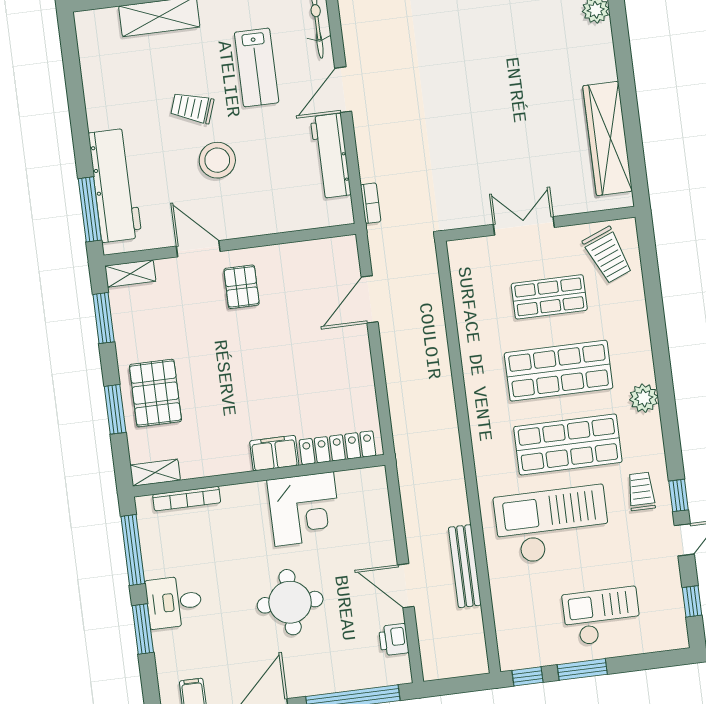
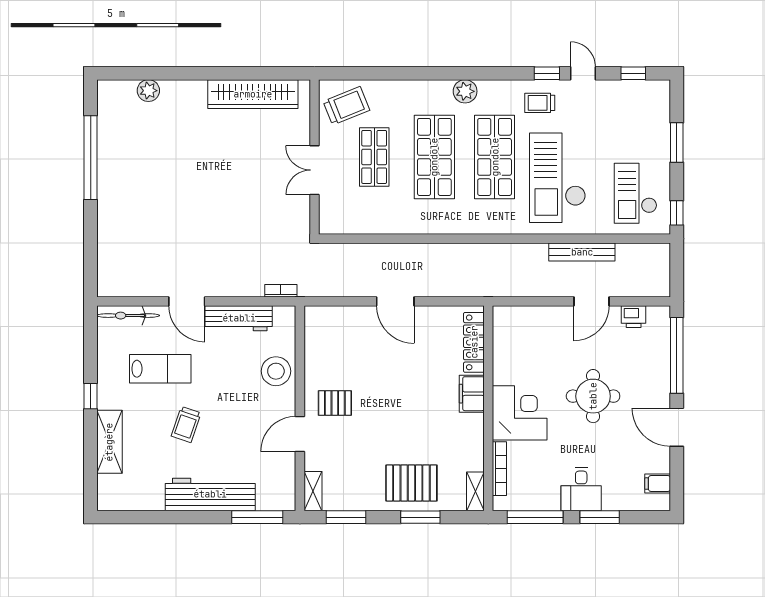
stool: (217, 160) -> (276, 371), moved
workbench: (115, 185) -> (210, 494), moved
door: (370, 299) -> (395, 301), moved
corner desk: (304, 509) -> (520, 413), moved
checkout: (602, 616) -> (636, 193), moved
window: (582, 669) -> (677, 143), moved

